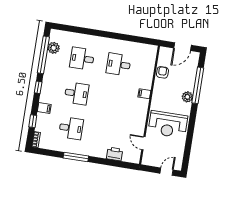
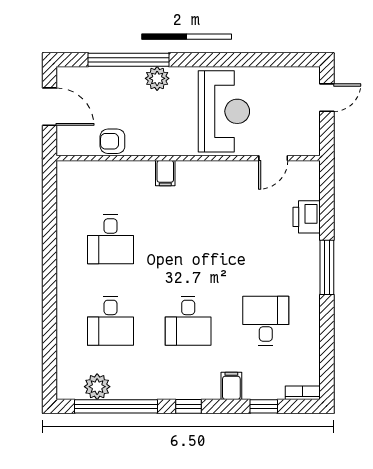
desk: (77, 93) -> (188, 321), turned 180
window: (76, 157) -> (327, 267), moved
door: (167, 172) -> (327, 98), swing flipped

